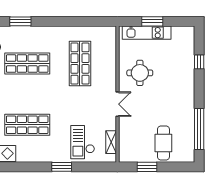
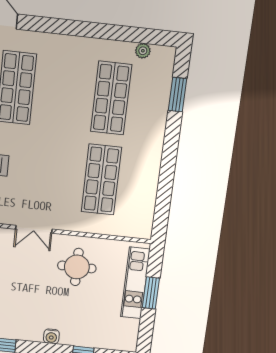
shop shelf: (80, 64) -> (101, 180), turned 90
water cooler: (190, 85) -> (51, 336), added

